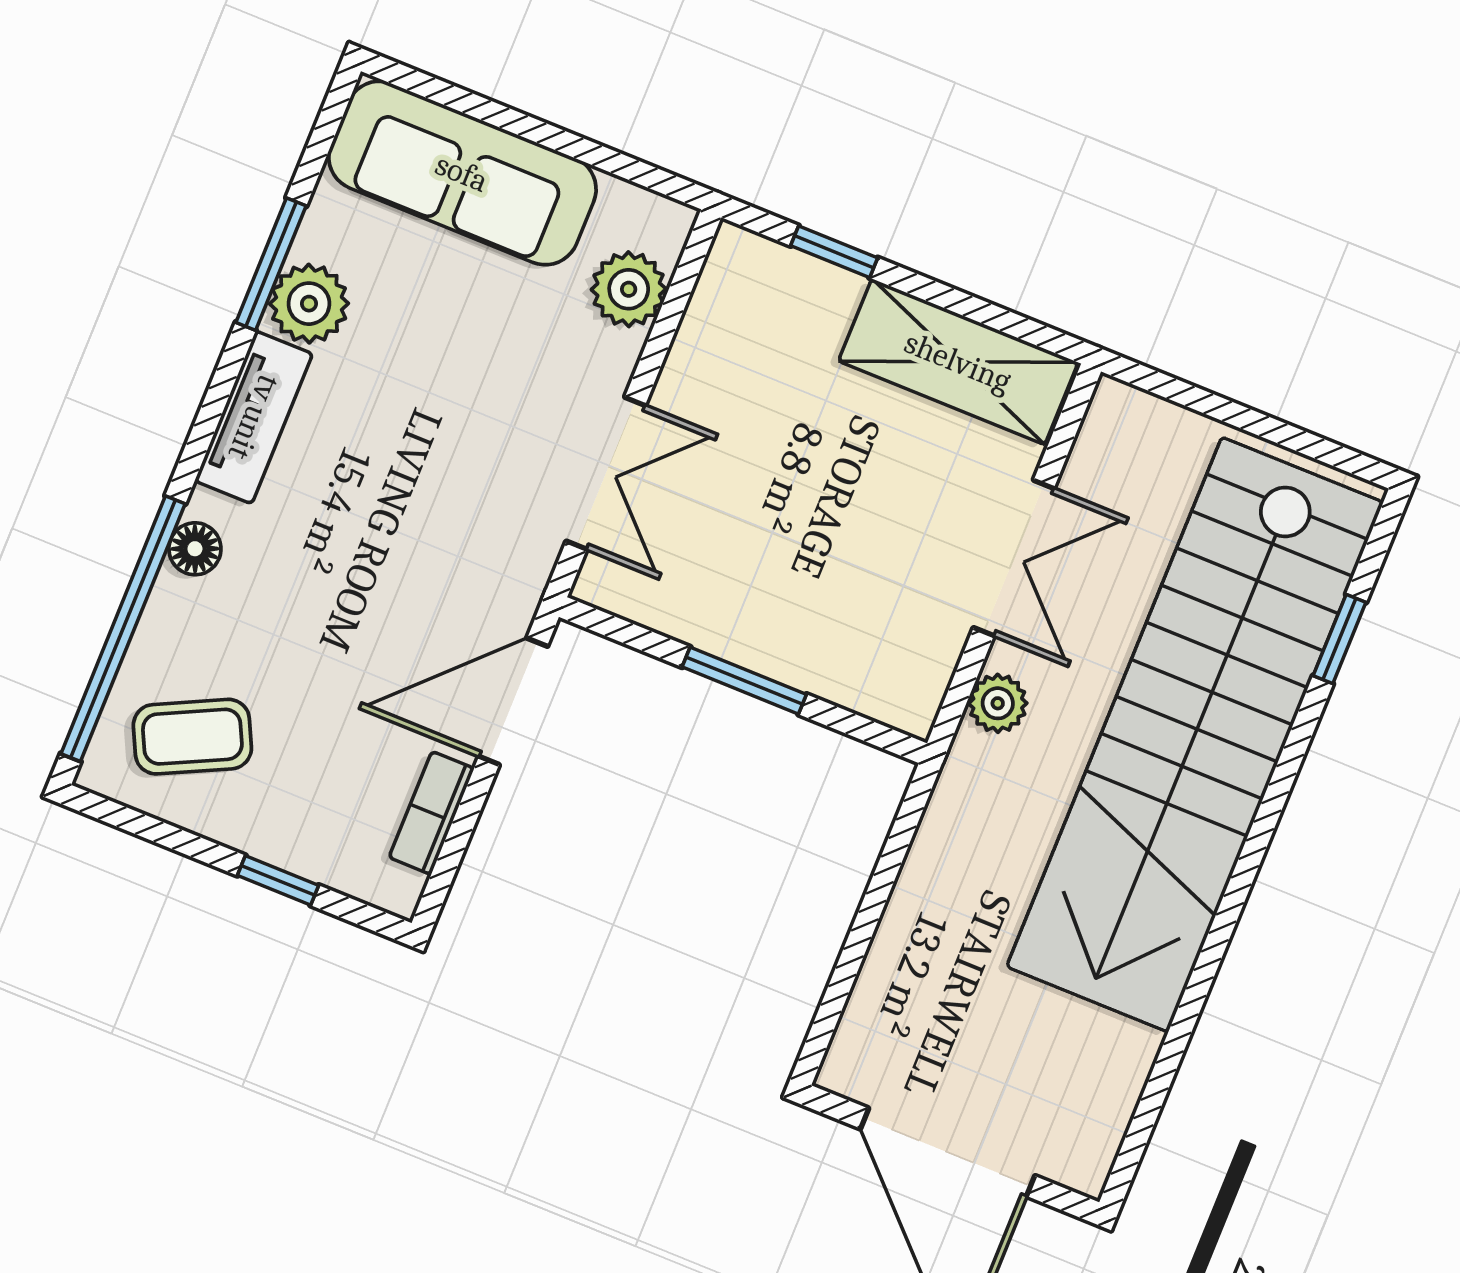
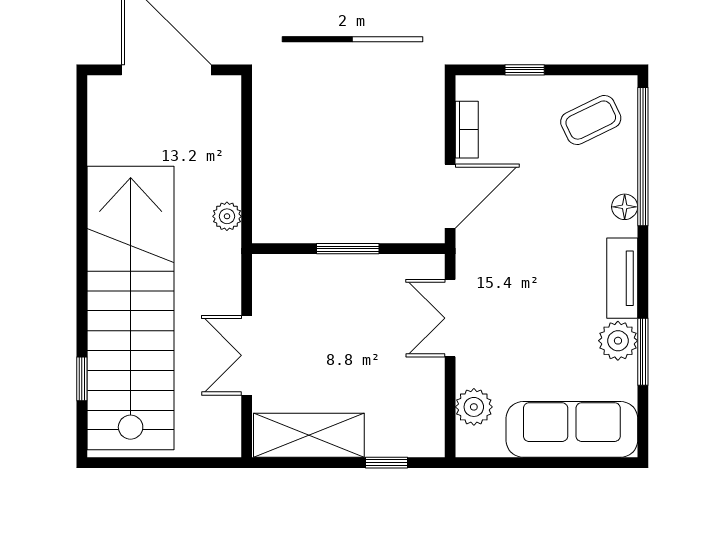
plant: (998, 703) -> (227, 216), moved

